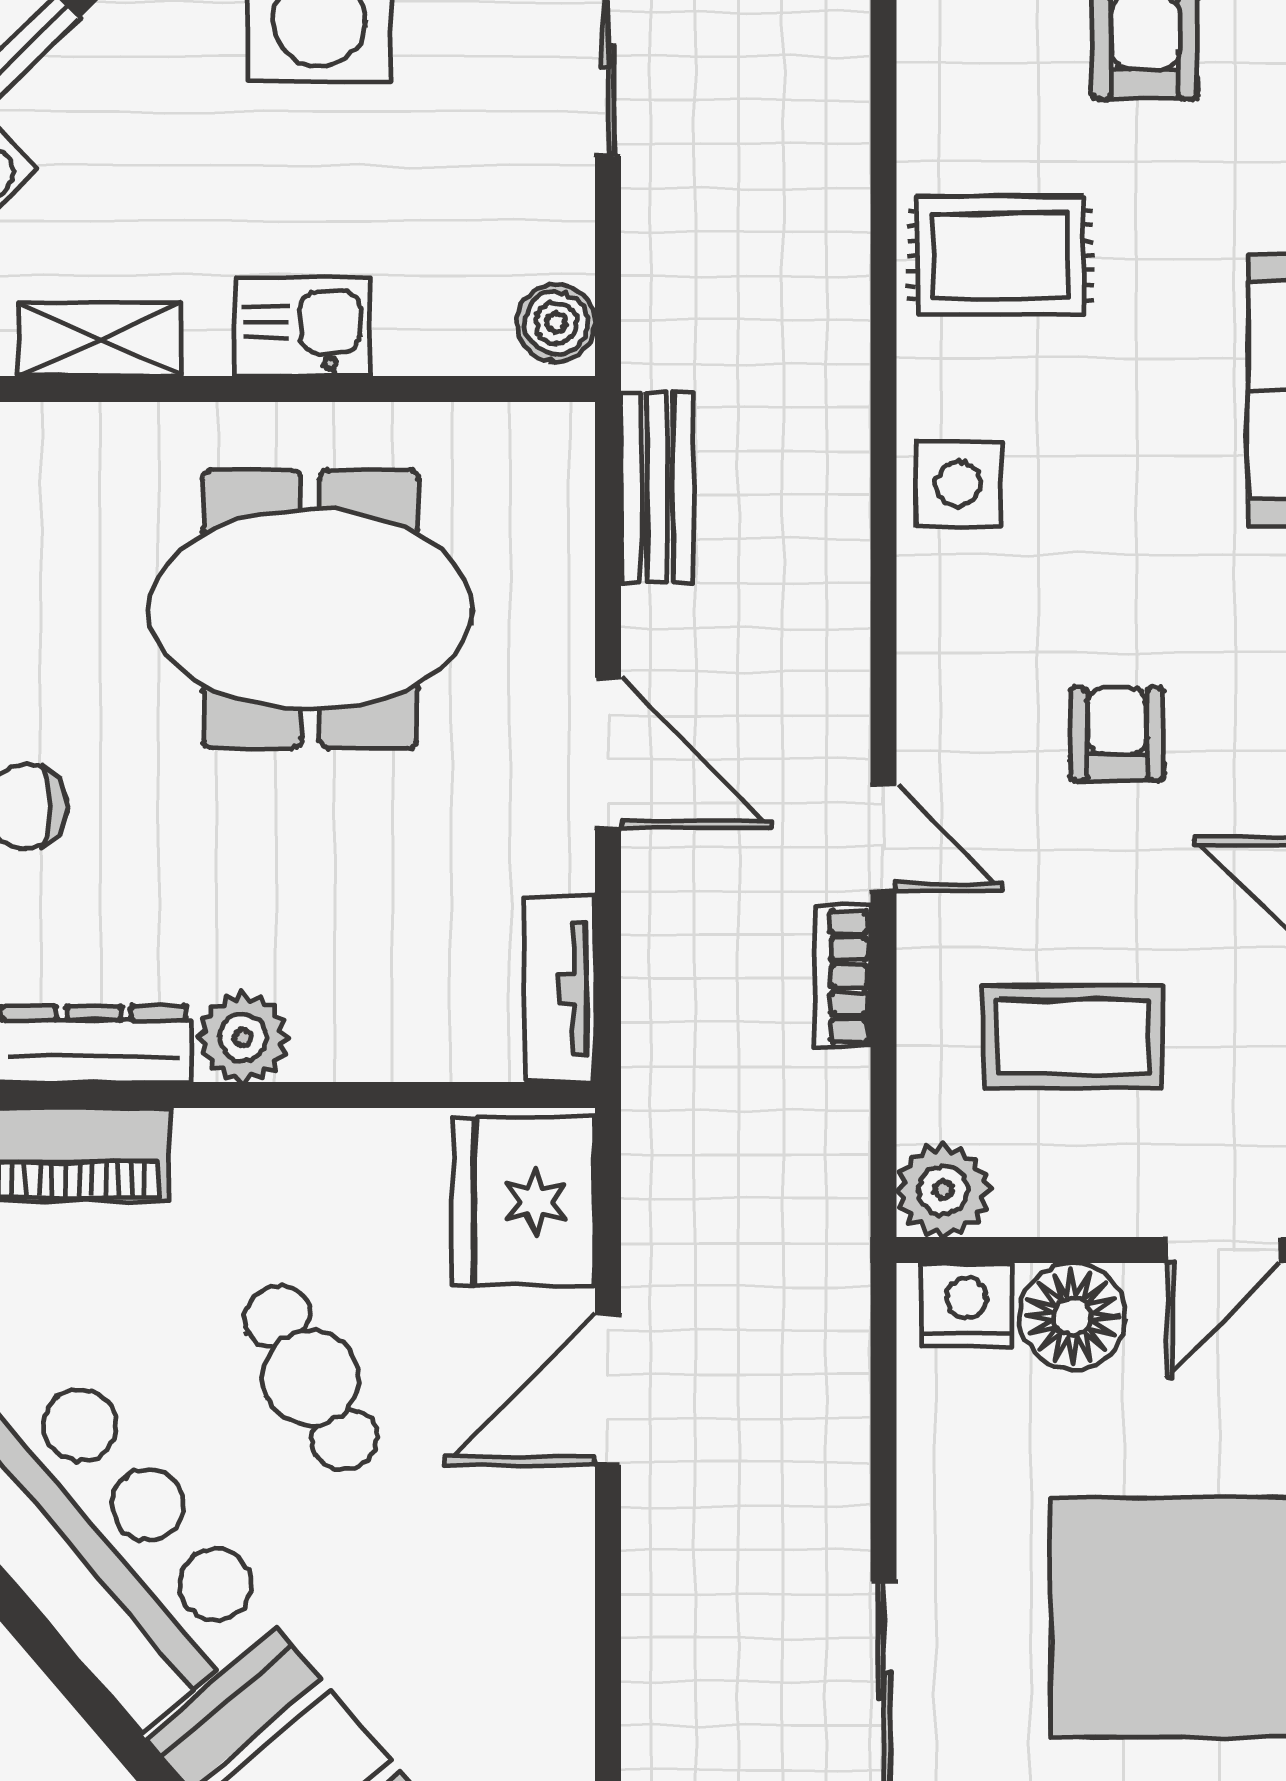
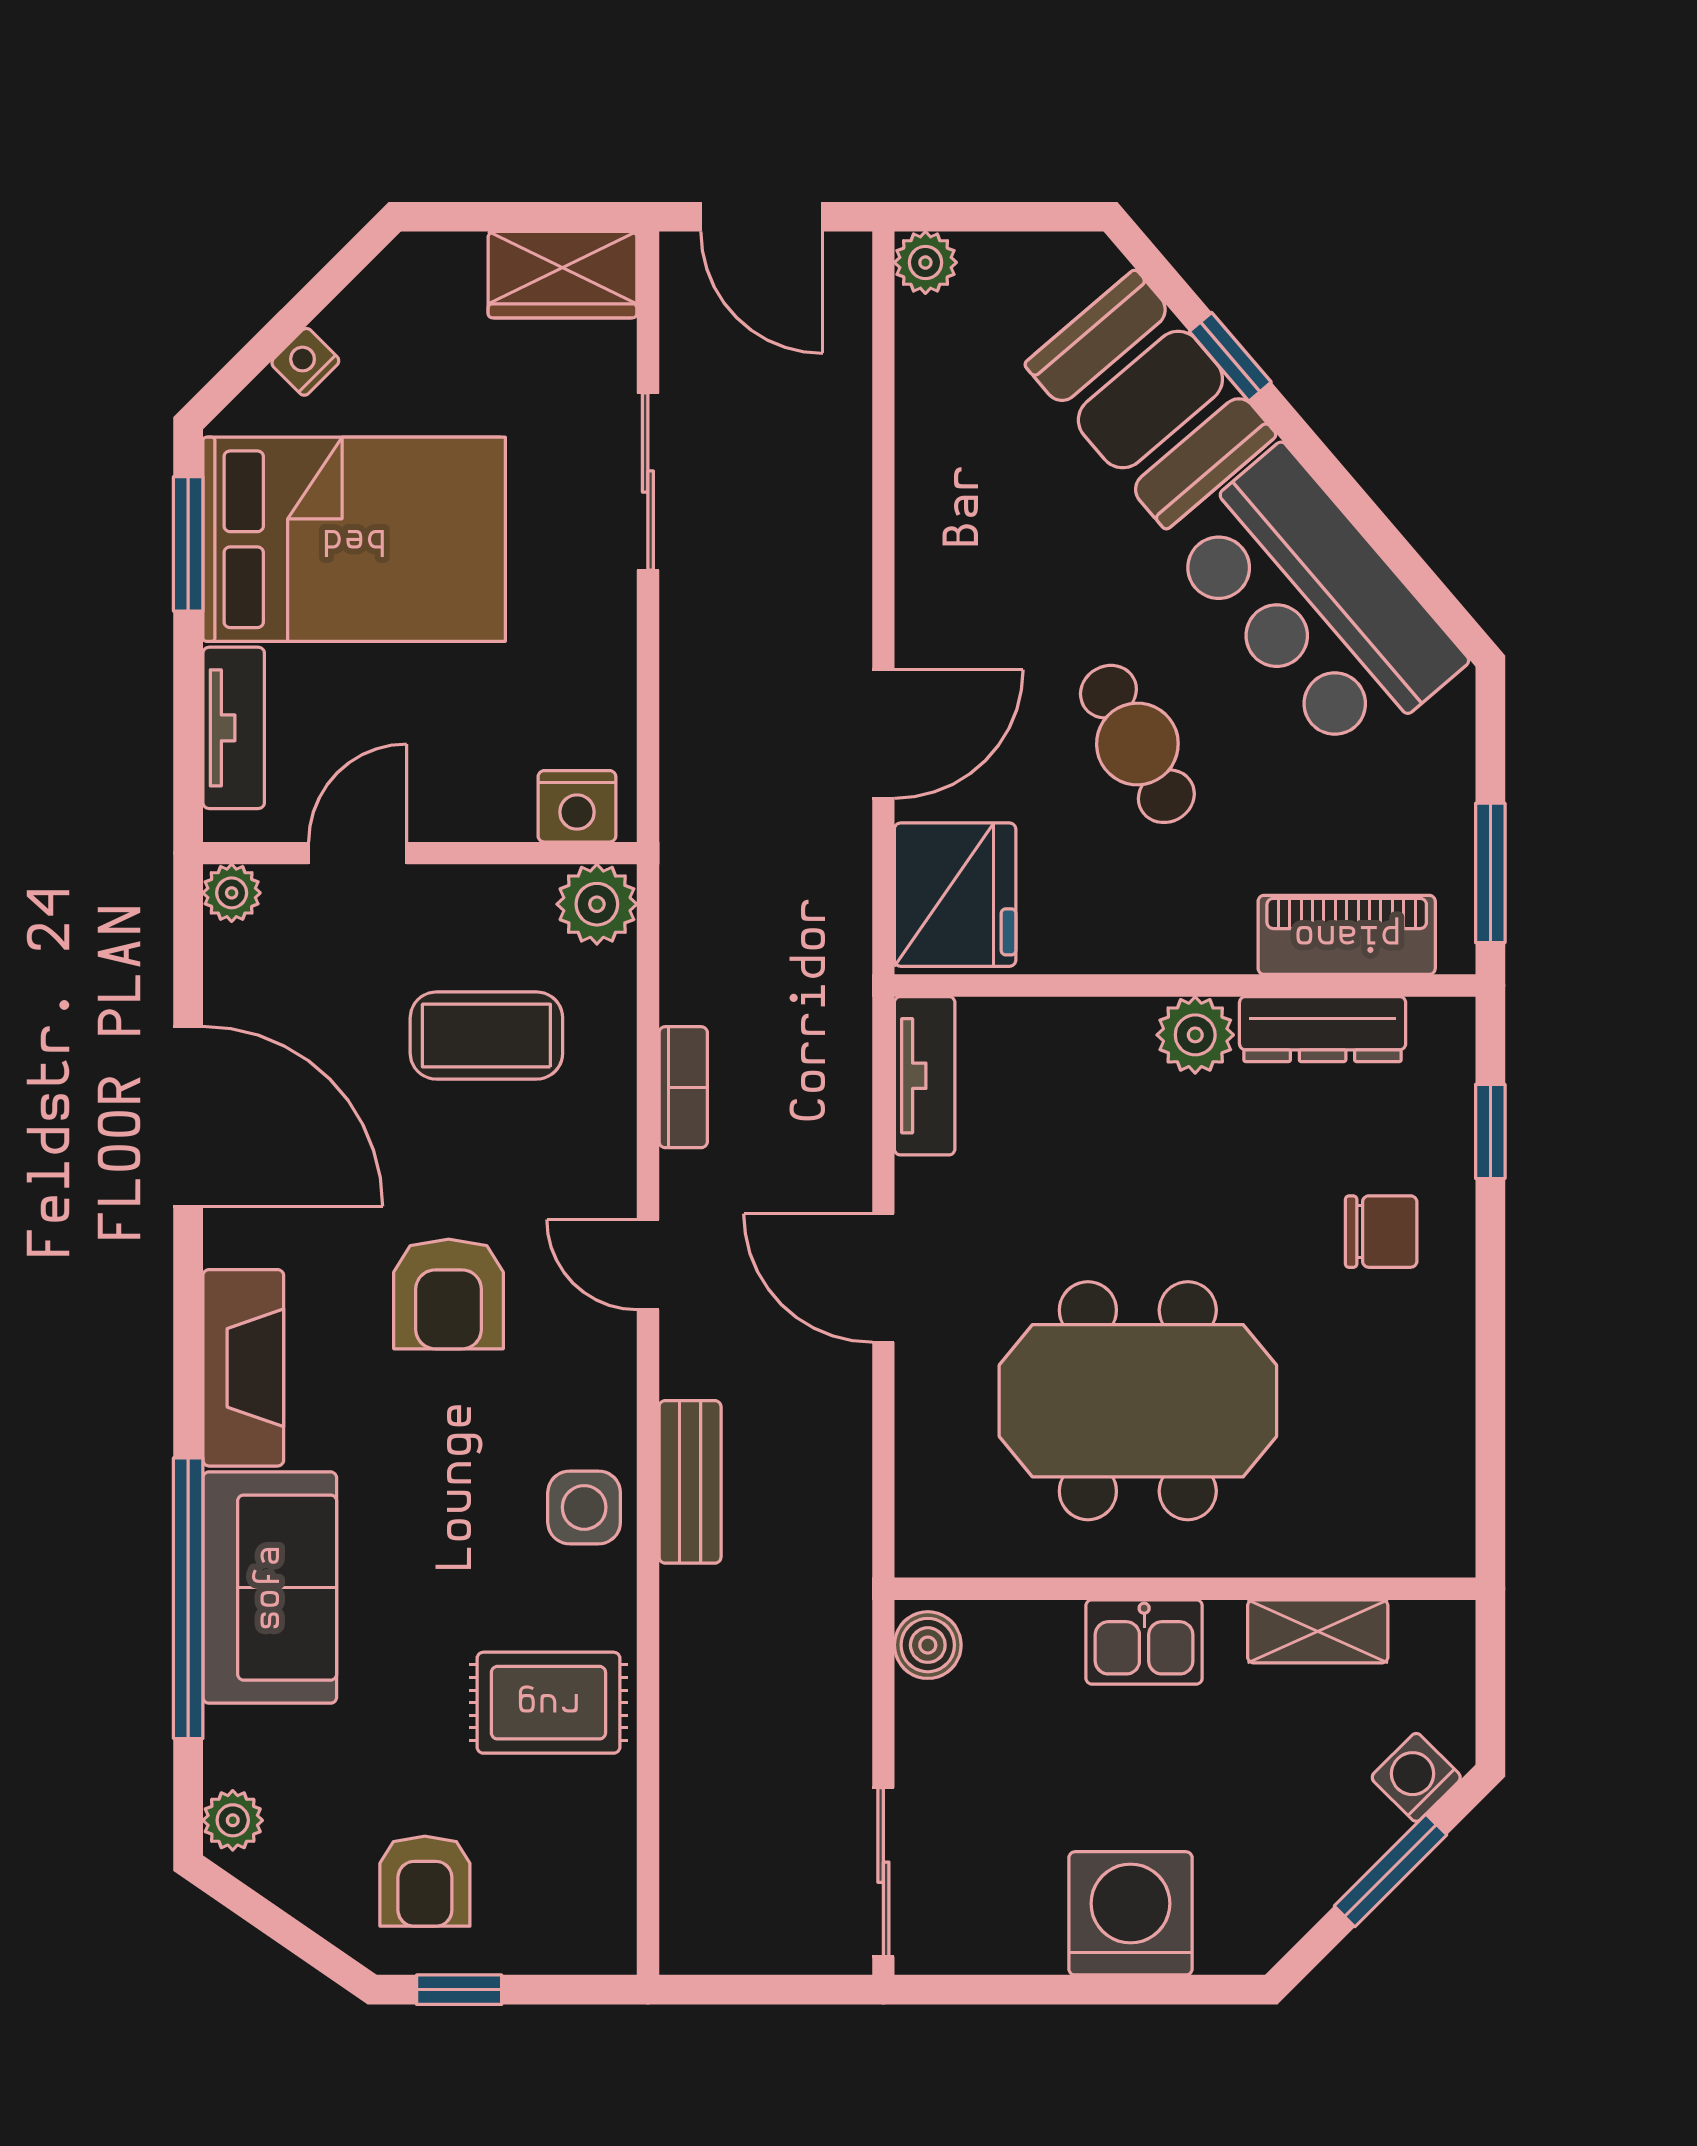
bench: (657, 488) -> (690, 1482), moved
armchair: (1117, 734) -> (449, 1294), width x1.38, depth x1.38
door: (884, 838) -> (648, 1265), moved
floor lamp: (1072, 1316) -> (487, 796), removed

